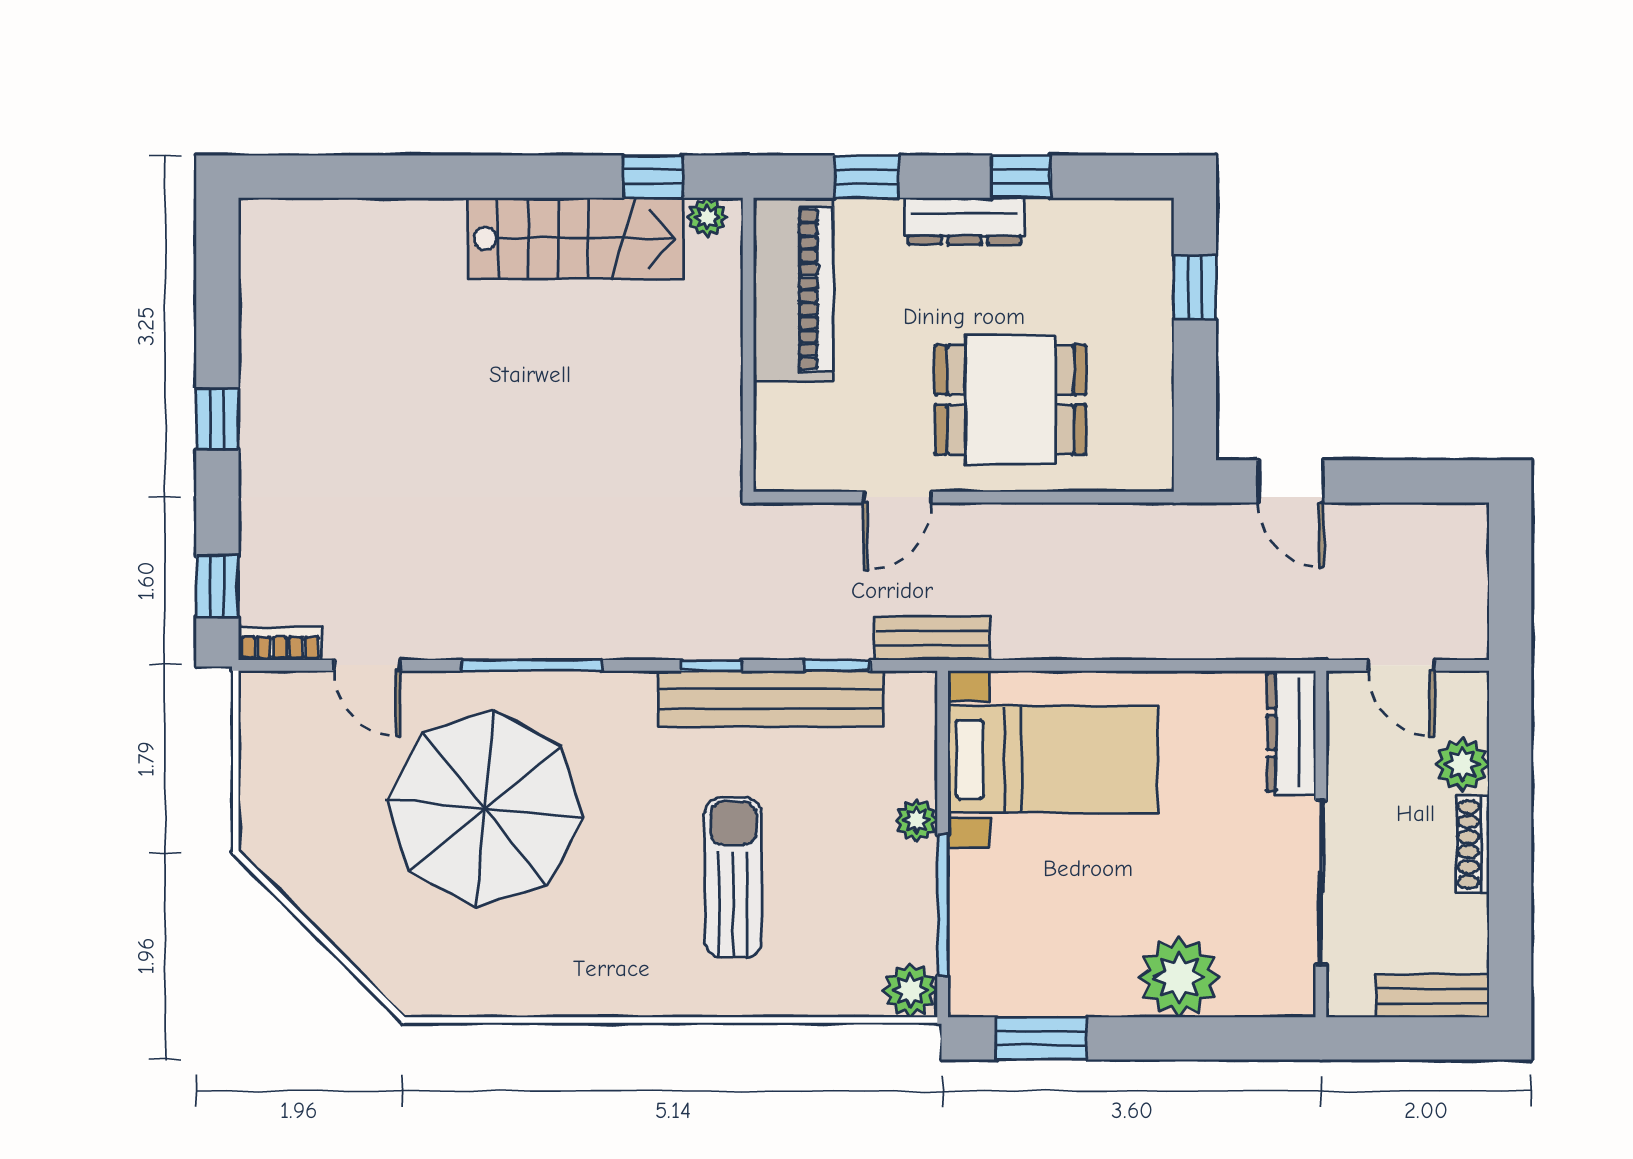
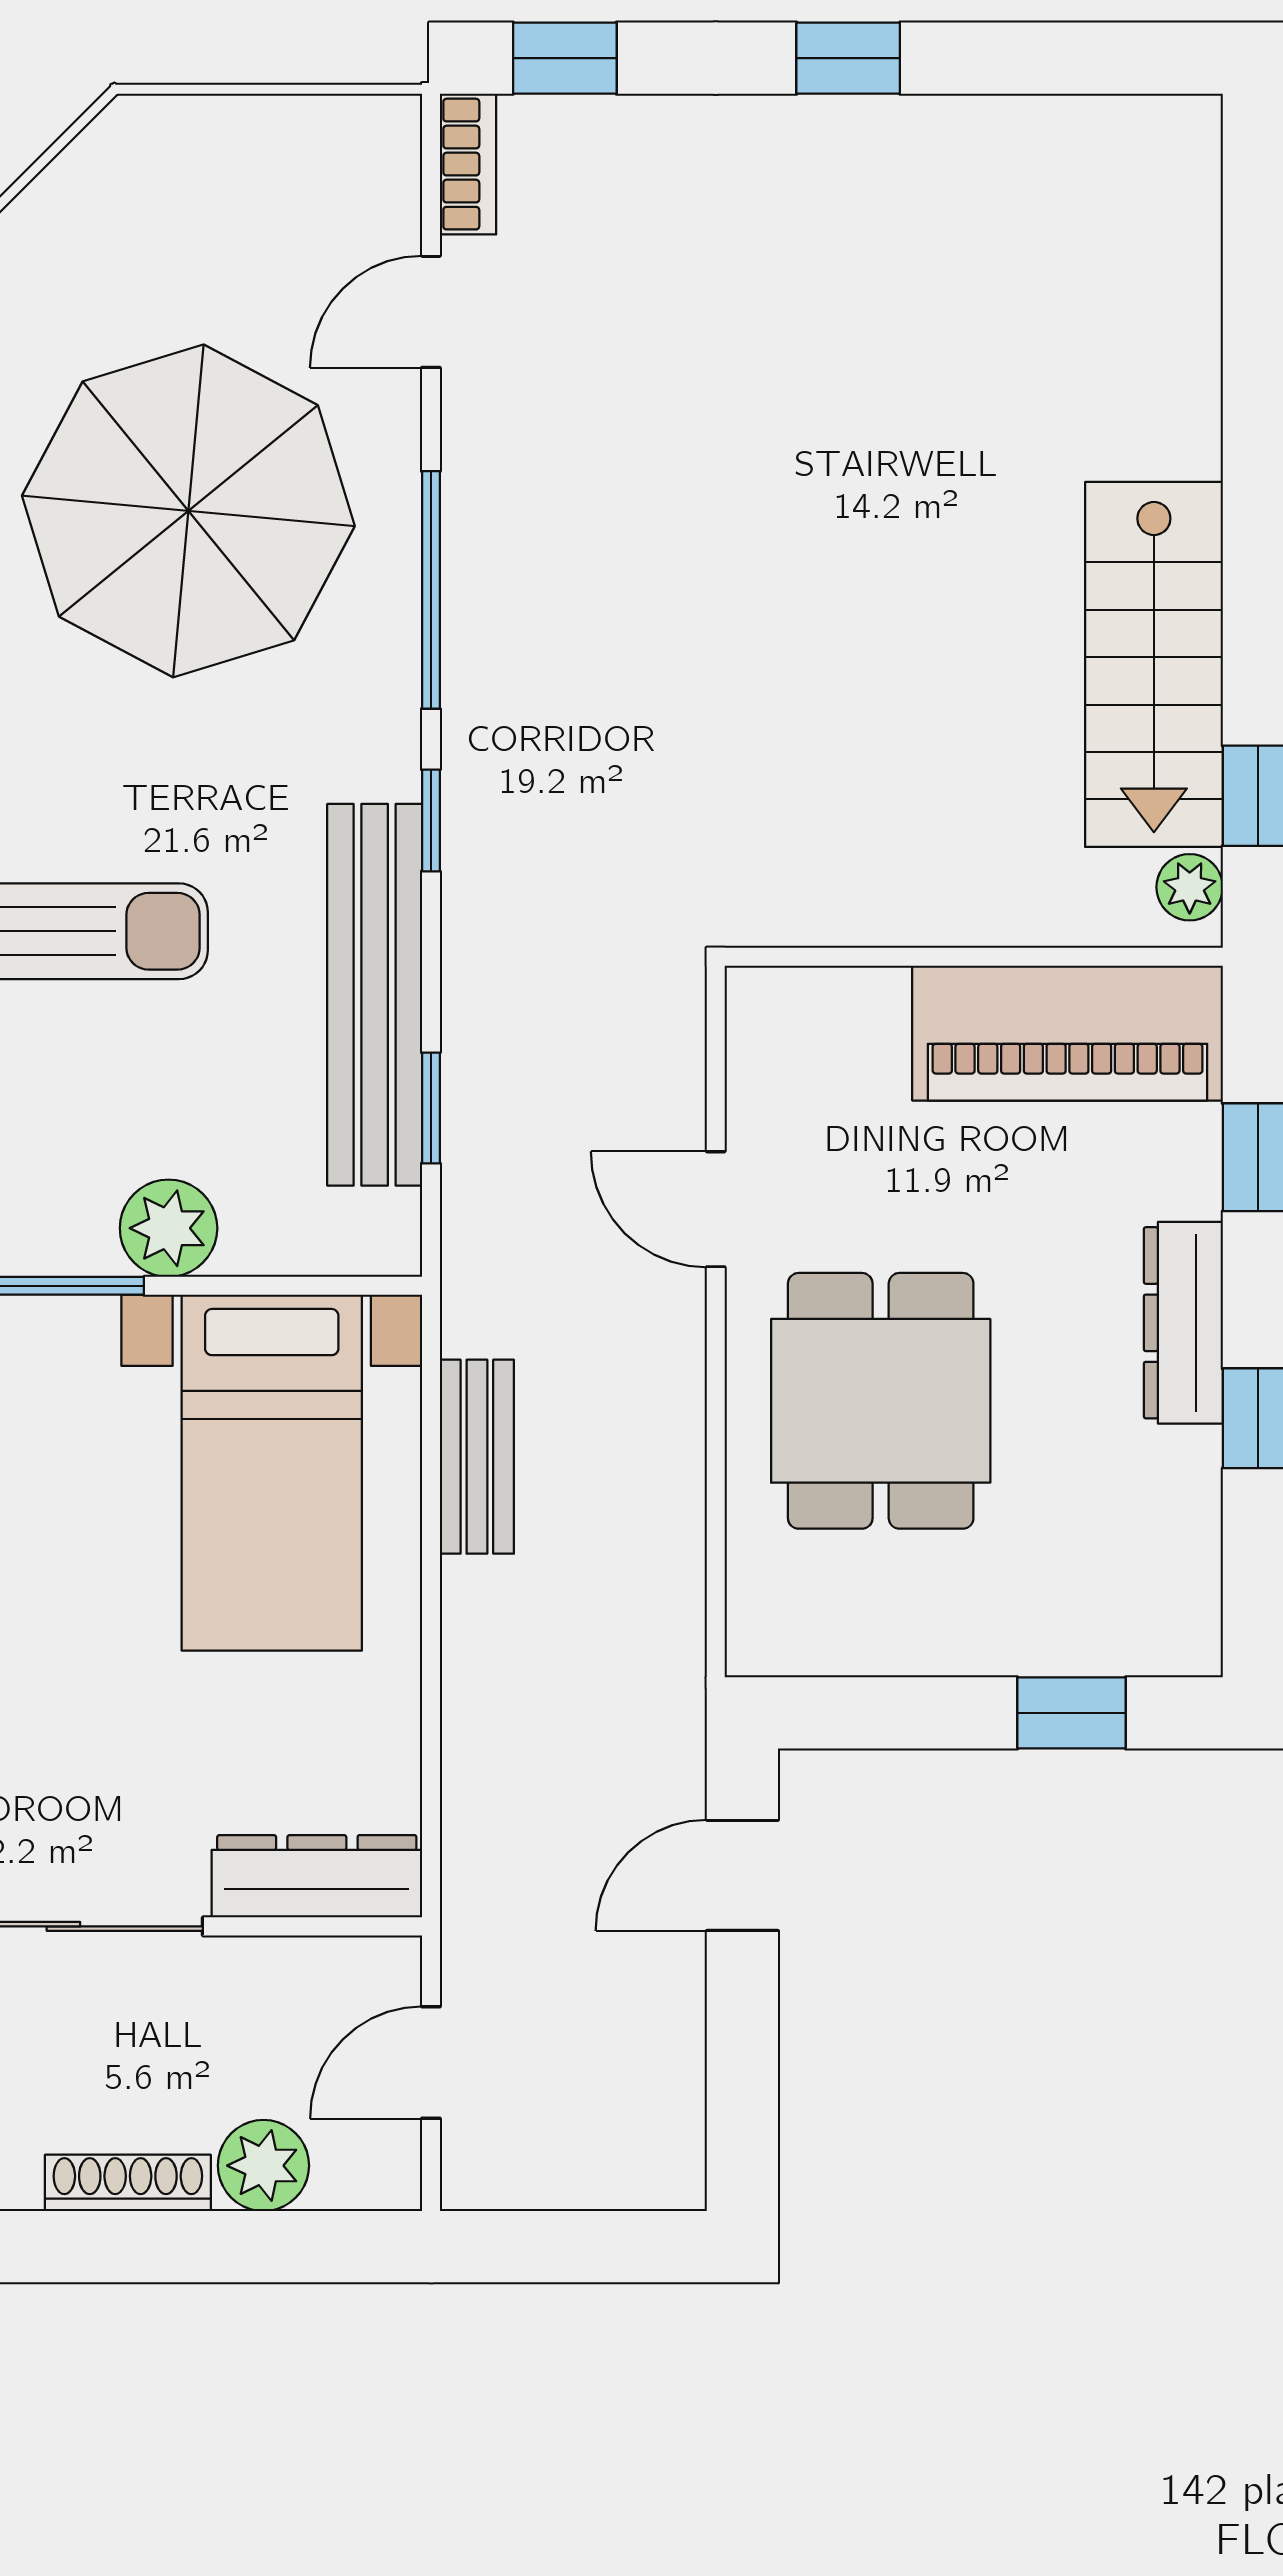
bench: (932, 638) -> (477, 1457), moved
window: (712, 665) -> (431, 820), moved
plant: (916, 820) -> (169, 1228), width x1.38, depth x1.38

